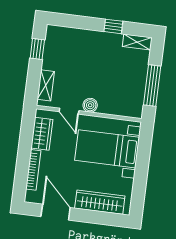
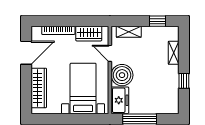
shelving: (137, 42) -> (174, 53), moved
boiler: (90, 105) -> (122, 75), width x1.86, depth x1.86
freezer: (127, 106) -> (120, 100), added
door: (69, 111) -> (110, 53), hinge flipped

